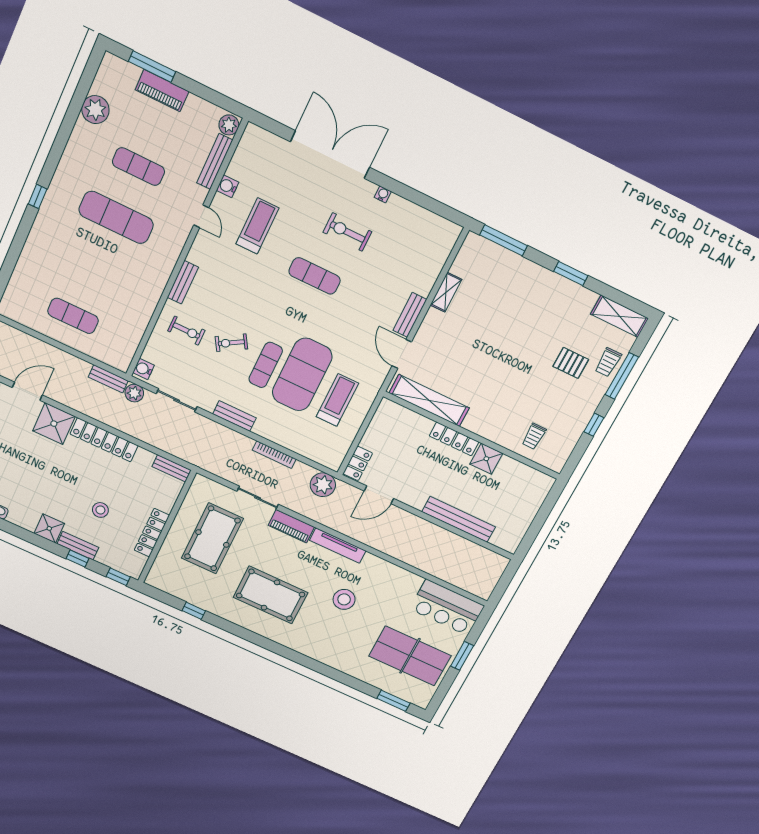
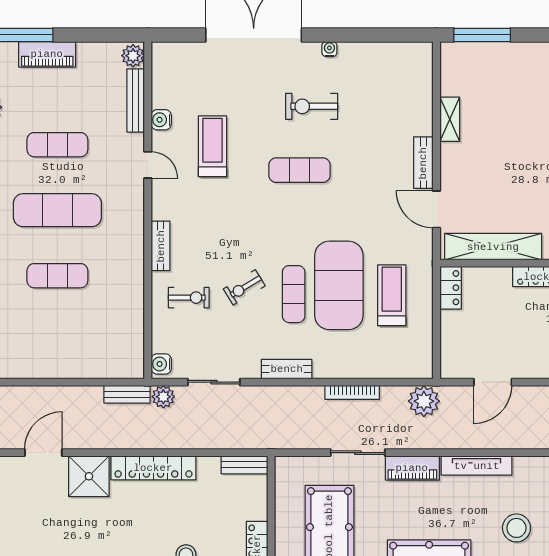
exercise mat: (73, 316) -> (57, 276), moved
locker: (358, 463) -> (451, 288), moved

